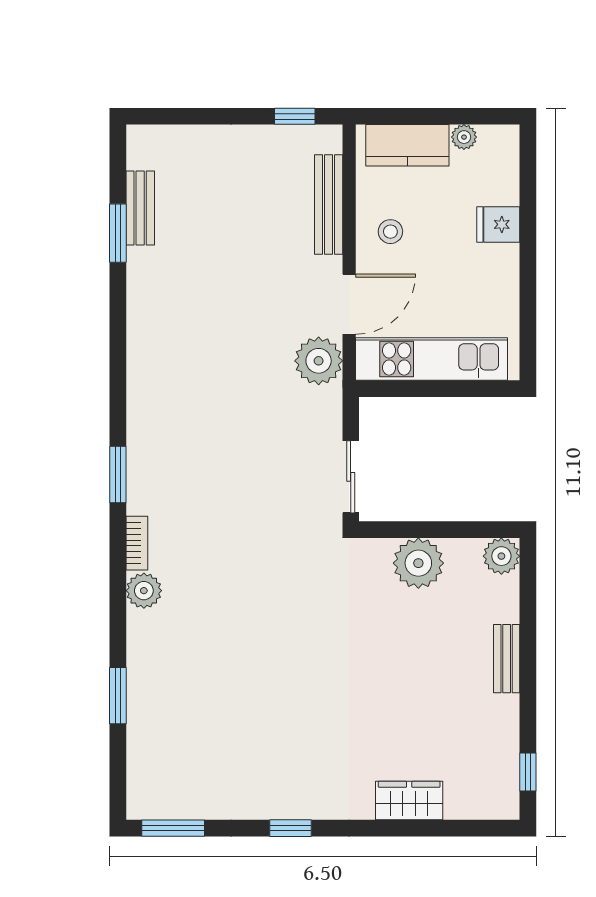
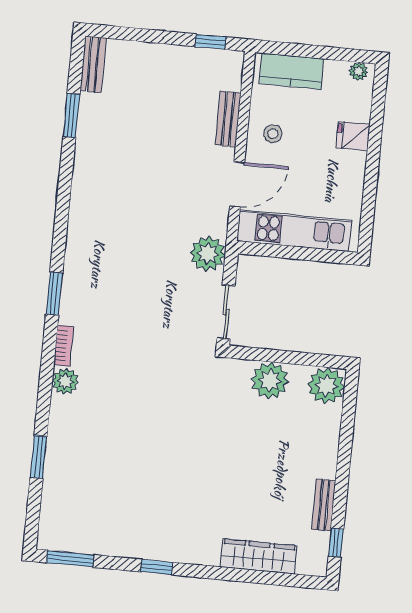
plant: (464, 137) -> (358, 71), moved
bench: (329, 204) -> (228, 119), width x0.73
bench: (140, 208) -> (93, 64), moved
plant: (319, 361) -> (208, 254), moved
plant: (501, 556) -> (326, 386), width x1.36, depth x1.36
bench: (507, 659) -> (324, 505), moved
wardrobe: (409, 801) -> (259, 556), width x1.50

